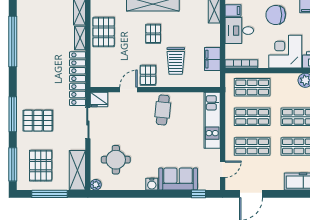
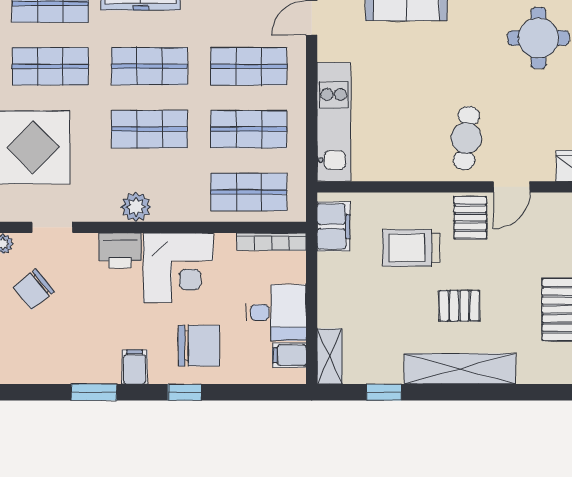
pallet: (153, 34) -> (459, 306), turned 90
filing cabinet: (212, 59) -> (333, 226), moved
trolley: (176, 61) -> (411, 248), turned -90
cafe table: (163, 110) -> (466, 138), moved

